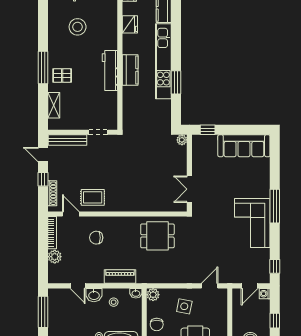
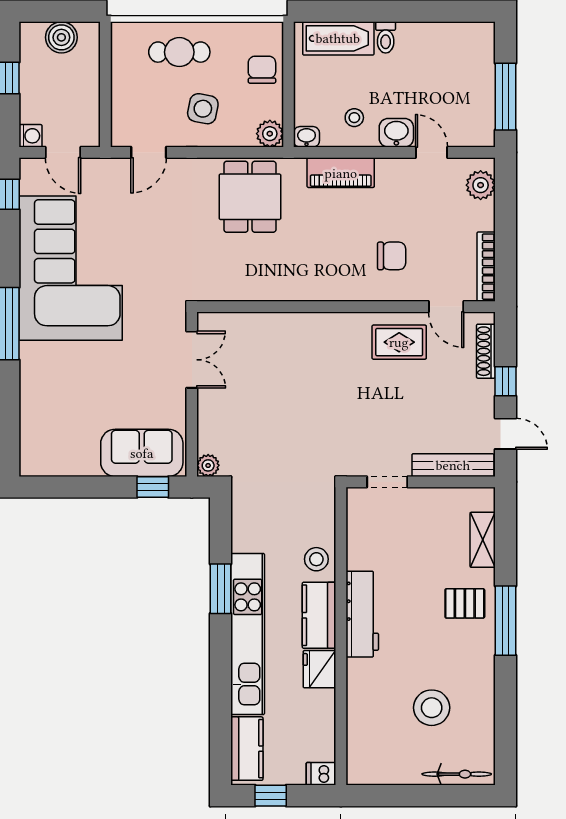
fridge: (130, 24) -> (319, 669), moved
stool: (131, 96) -> (316, 559), added
sofa: (244, 146) -> (142, 453), moved, width x0.73
corner sofa: (252, 223) -> (71, 268), width x1.36, depth x1.36
dining table: (157, 236) -> (250, 197), moved, turned 90
plant: (55, 257) -> (481, 185), moved
door: (250, 286) -> (63, 152), swing flipped

